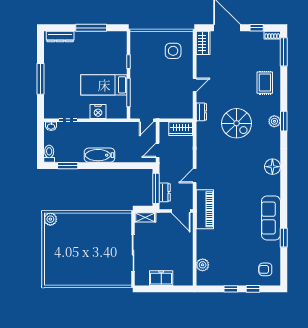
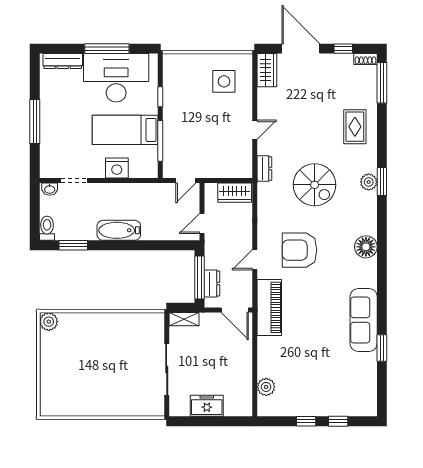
desk: (98, 48) -> (116, 78), added
armchair: (265, 269) -> (300, 250), moved, width x1.88, depth x1.88

